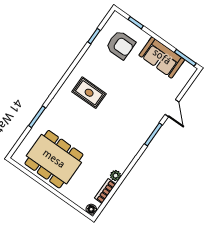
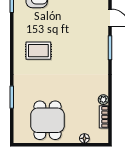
dining table: (54, 159) -> (48, 120), width x0.73
floor lamp: (91, 209) -> (84, 138), moved

